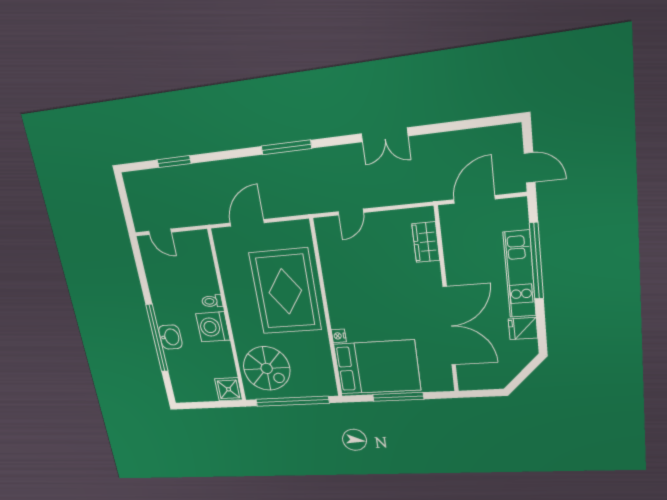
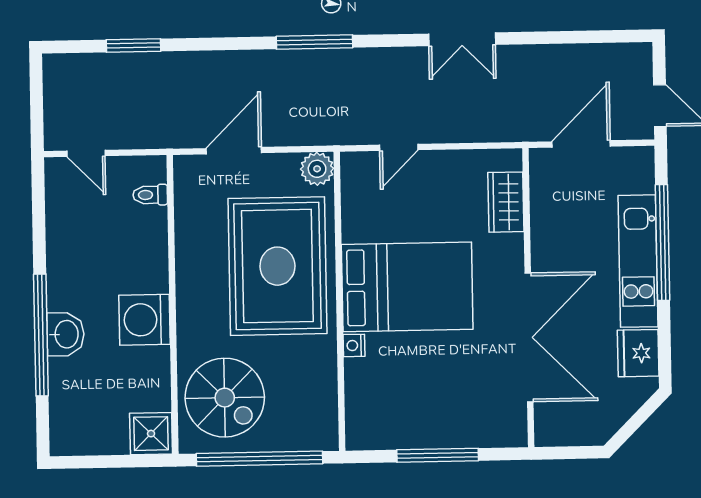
plant: (300, 230) -> (317, 169), added
toilet: (212, 301) -> (150, 195), moved
fridge: (523, 328) -> (638, 353), width x1.38
bed: (377, 367) -> (407, 287), moved

